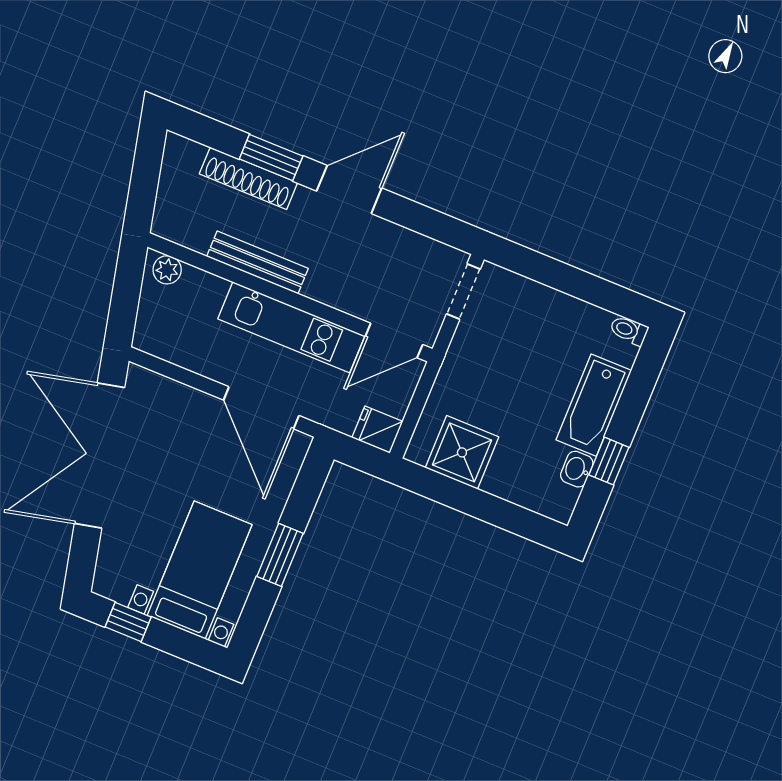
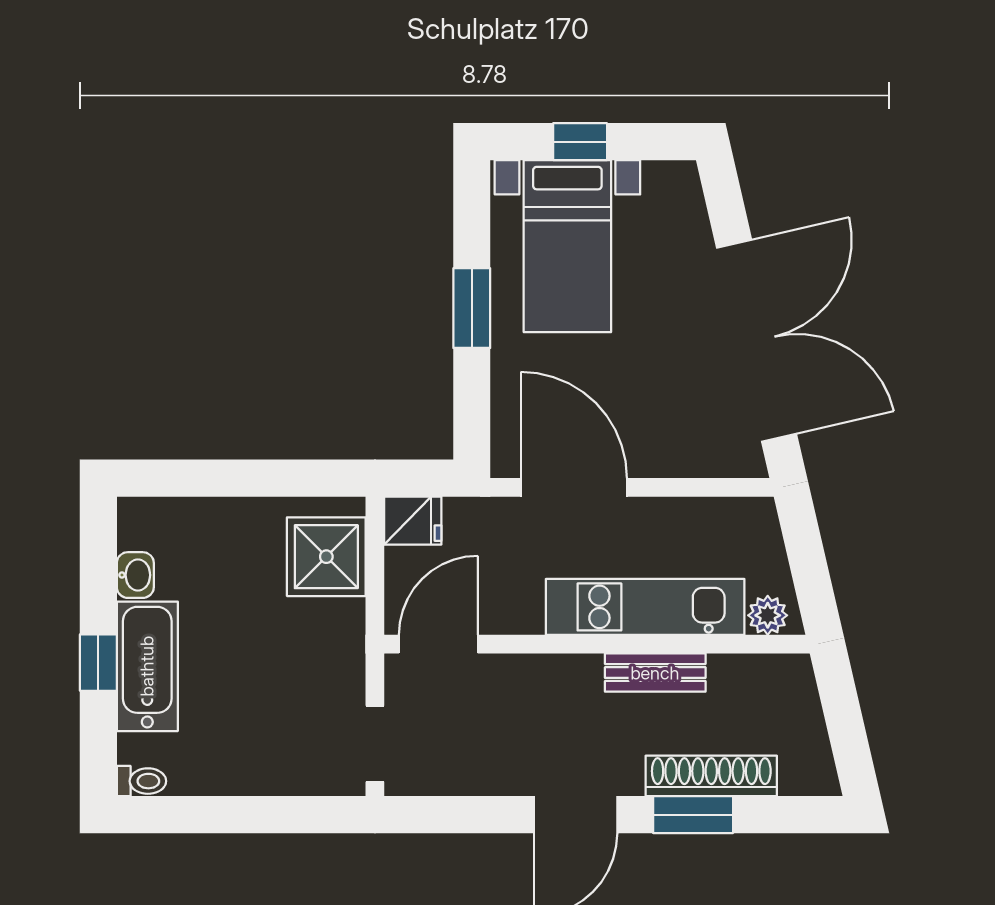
bench: (257, 262) -> (655, 673), width x0.73
kitchen unit: (291, 327) -> (645, 607), moved
shower: (462, 452) -> (326, 557), moved
window: (609, 461) -> (98, 663), moved
window: (128, 622) -> (580, 142), moved

